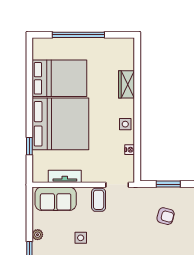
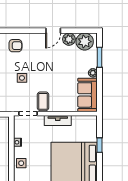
tv unit: (65, 176) -> (58, 120), moved
sofa: (56, 199) -> (87, 95), moved, turned -90
side table: (81, 238) -> (22, 78), moved

